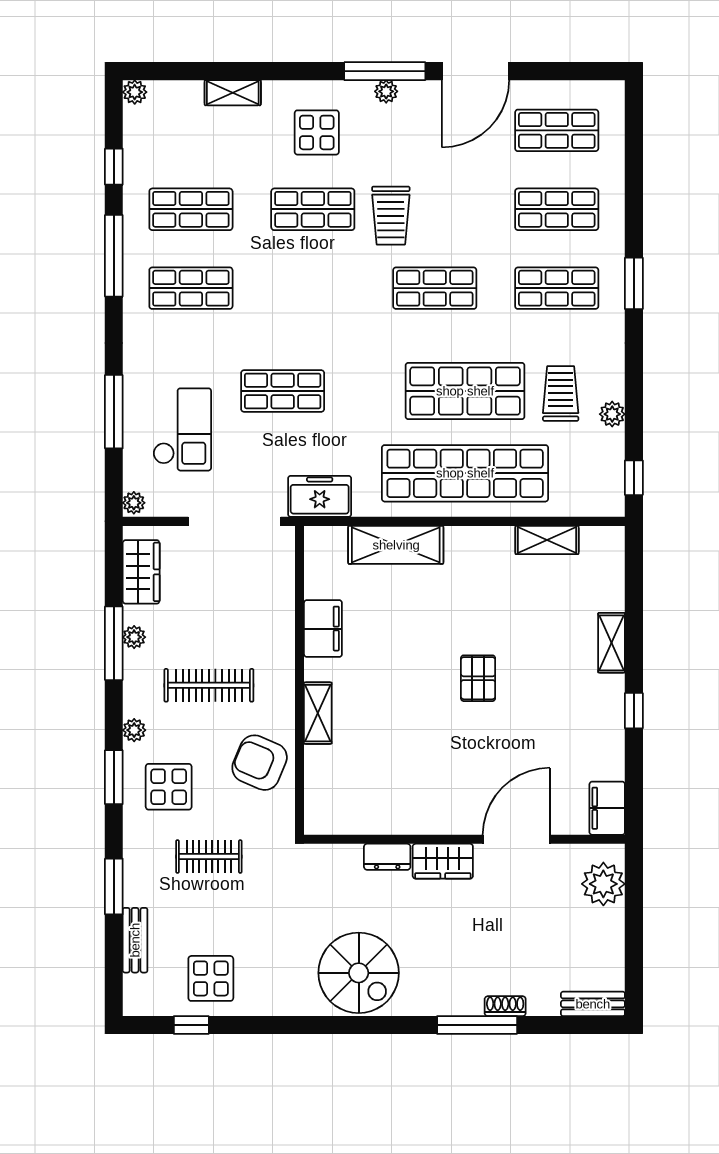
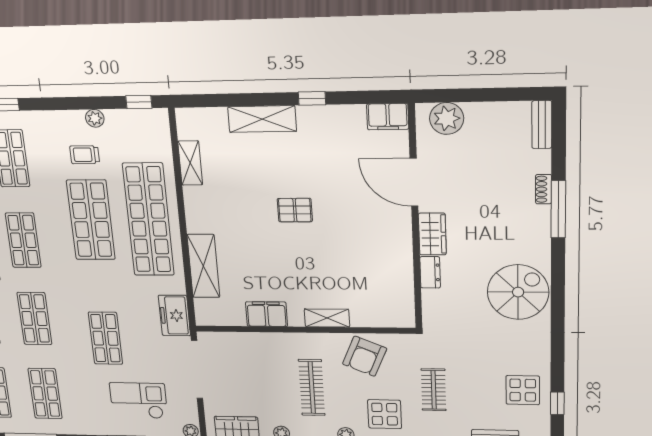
shop shelf: (313, 288) -> (34, 319), added
trolley: (561, 393) -> (85, 155), width x0.73, depth x0.72
shelving: (611, 643) -> (262, 119), width x1.50, depth x1.33

